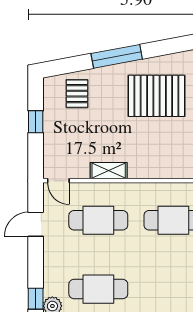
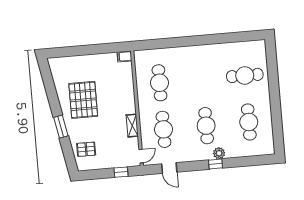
window: (117, 56) -> (61, 127), width x0.69
window: (36, 122) -> (121, 172), moved

